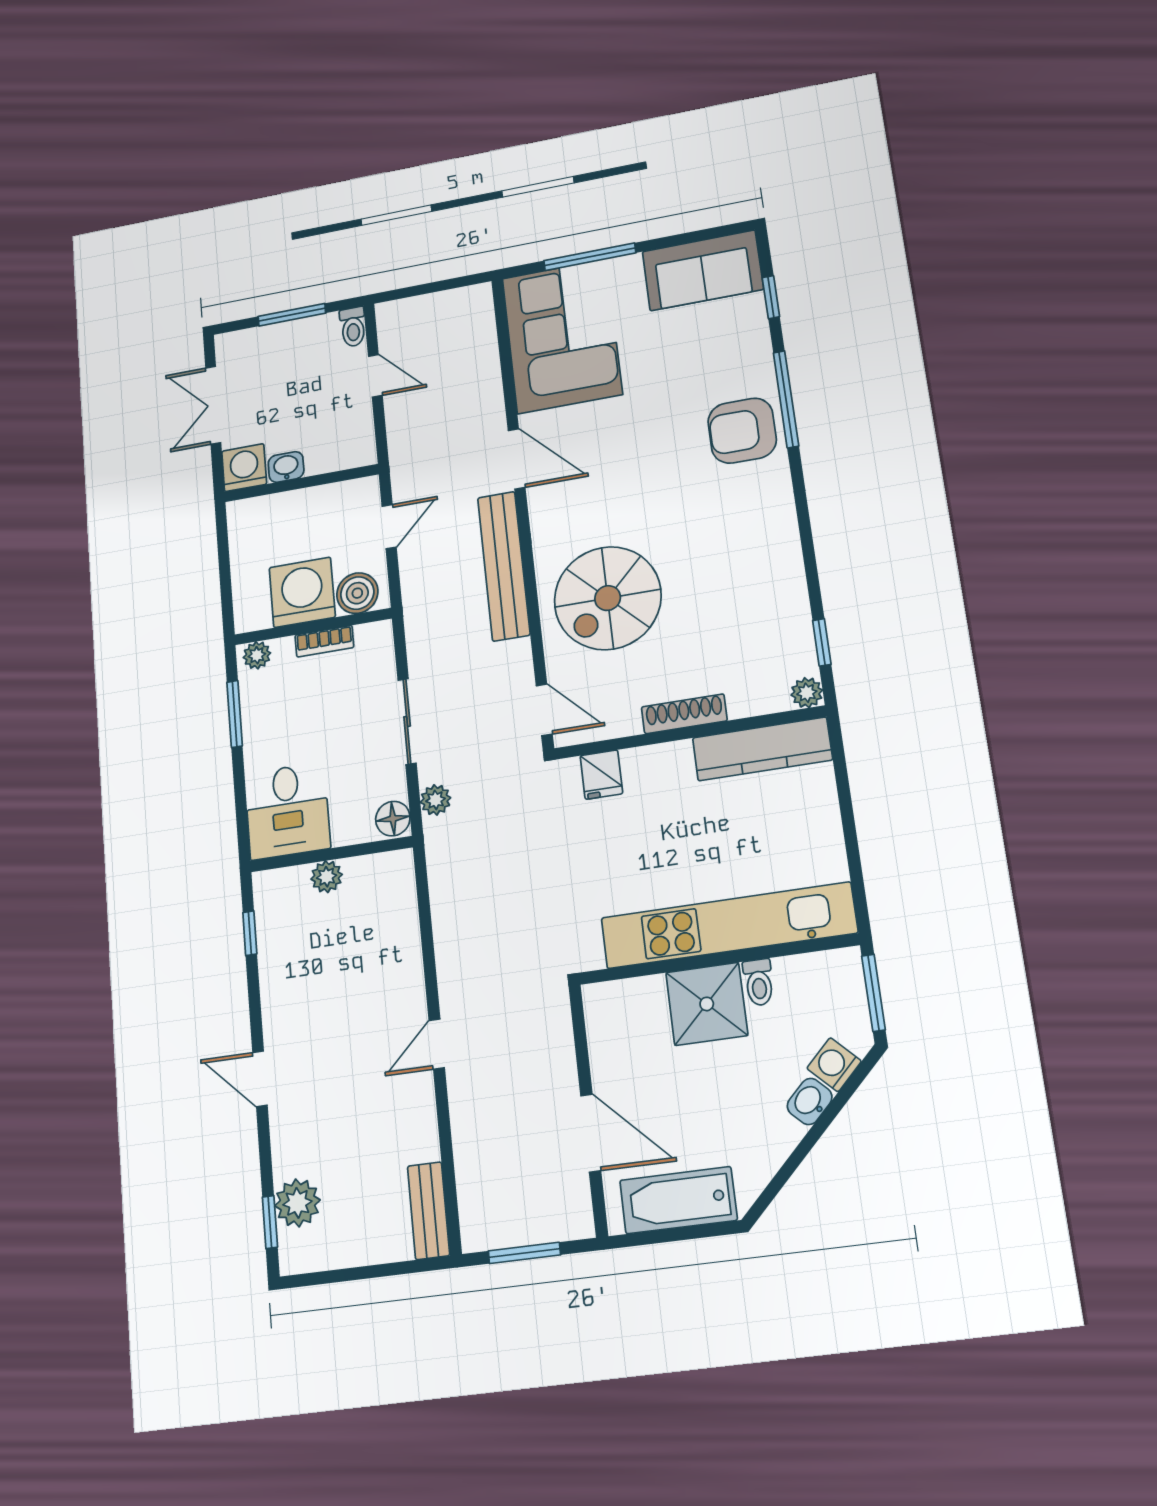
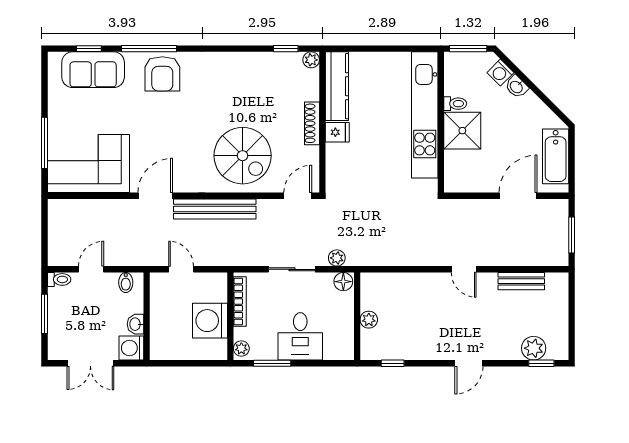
sofa: (703, 270) -> (93, 70), moved, turned 90
bidet: (357, 437) -> (126, 283), added
boiler: (357, 593) -> (216, 290), removed
bookcase: (324, 641) -> (240, 302), width x1.56
fridge: (601, 775) -> (337, 132), moved
desk: (287, 811) -> (300, 336), moved, turned 90
bench: (429, 1211) -> (521, 281), moved

